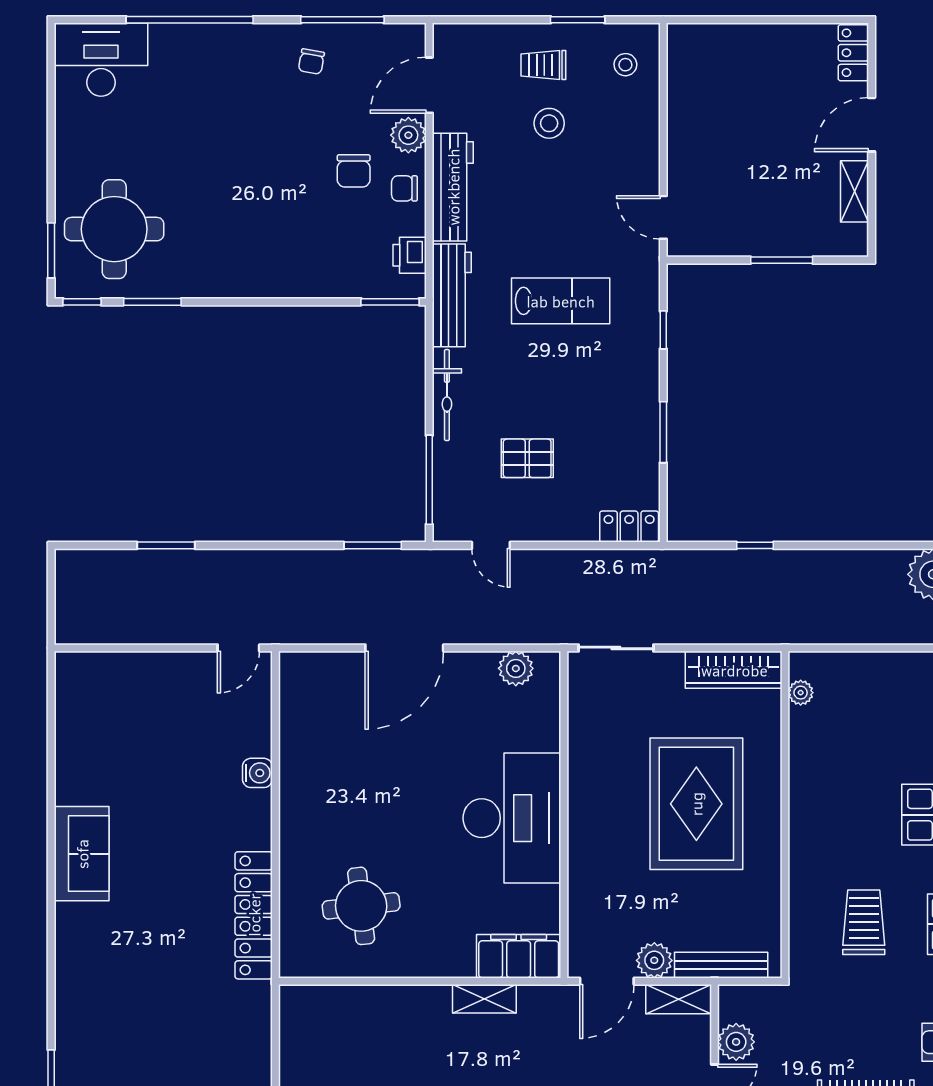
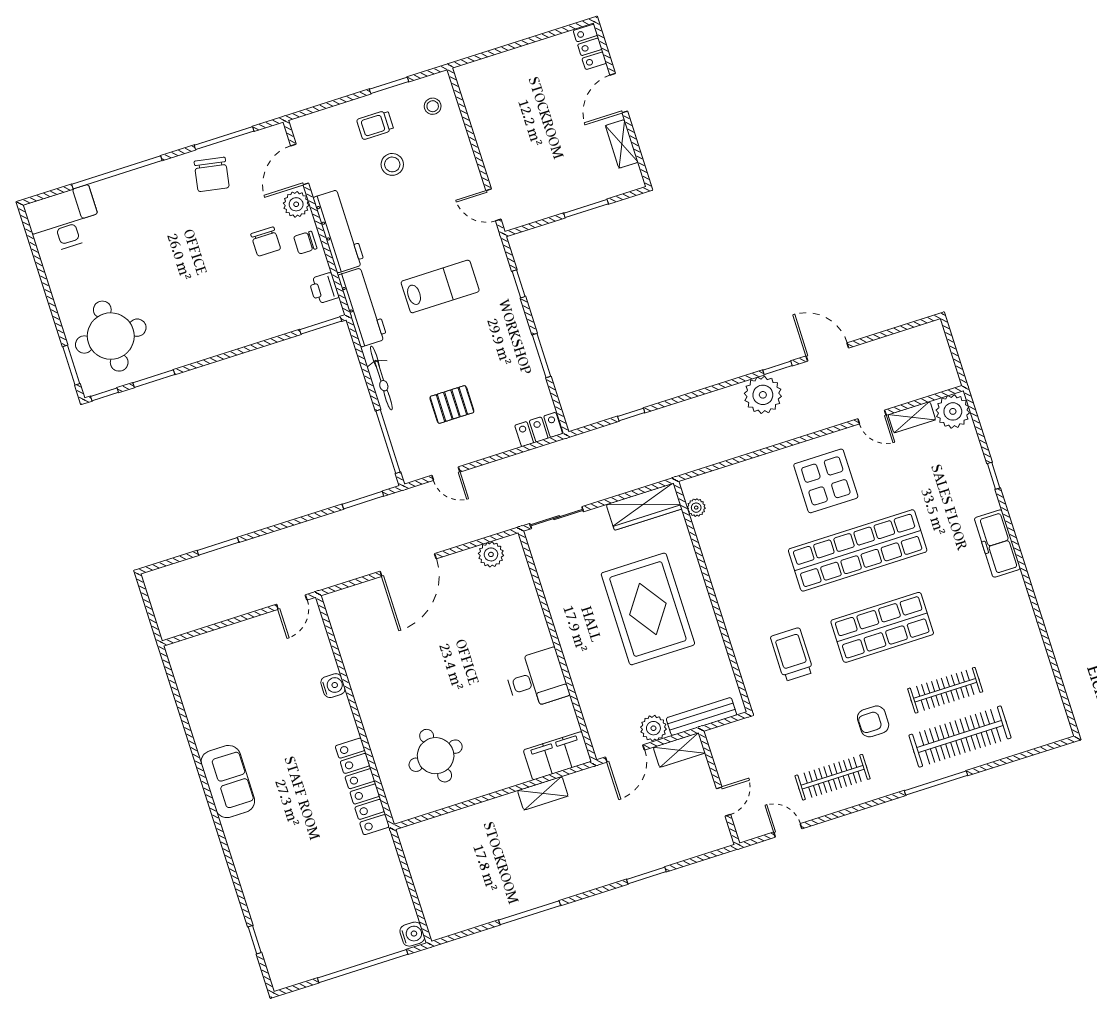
chair: (311, 62) -> (212, 174), width x1.87, depth x1.87
desk: (512, 818) -> (536, 679), width x0.53, depth x0.77
plant: (736, 1042) -> (729, 767), removed

